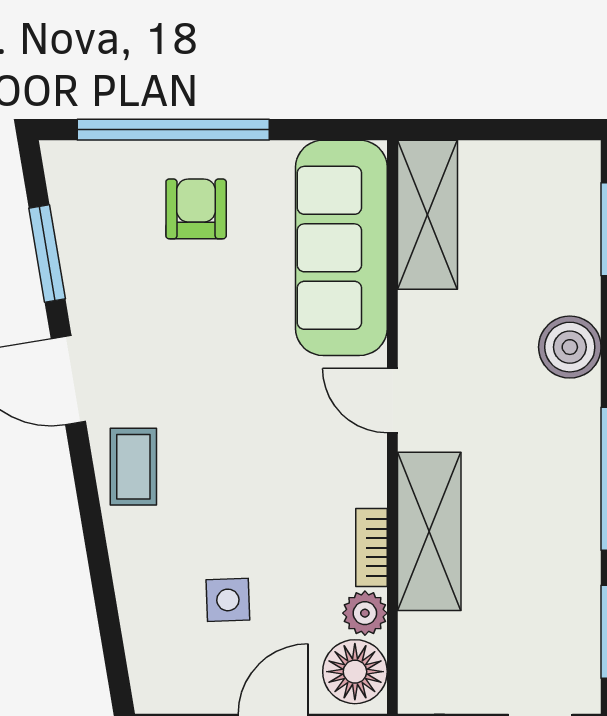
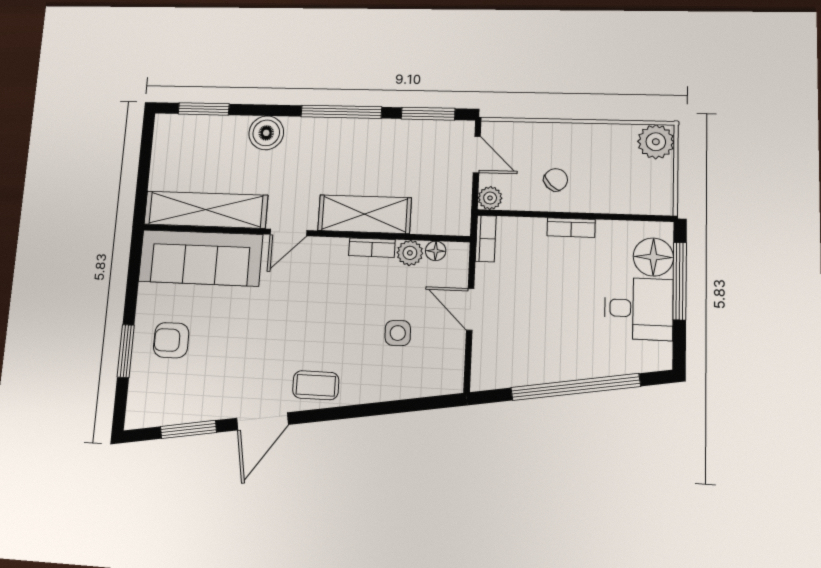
window: (173, 130) -> (126, 351), width x0.47
shelving: (427, 215) -> (206, 210), width x1.47
floor lamp: (355, 672) -> (436, 251), width x0.53, depth x0.53

